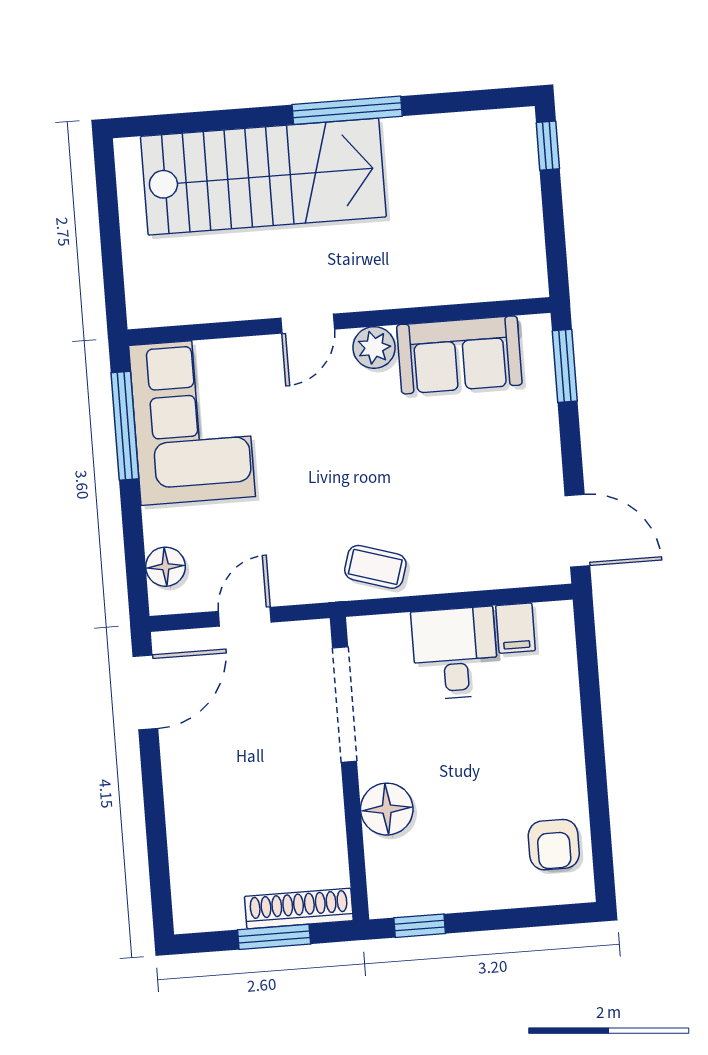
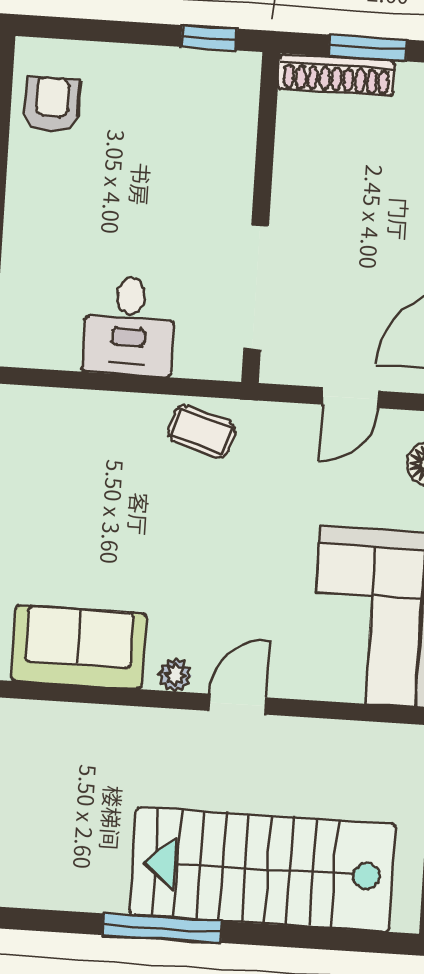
plant: (374, 348) -> (175, 675), width x0.73, depth x0.73
filing cabinet: (516, 628) -> (60, 344), removed
floor lamp: (387, 809) -> (227, 168), removed

